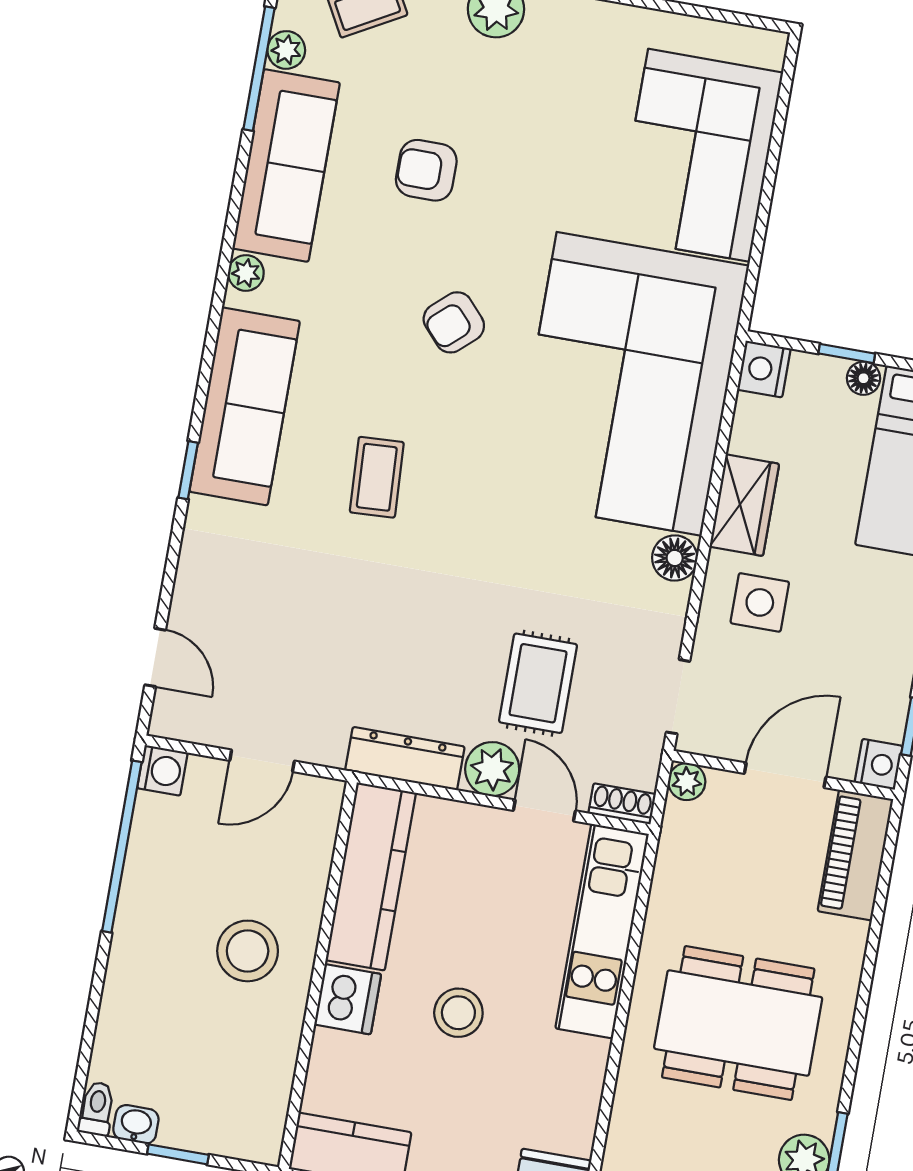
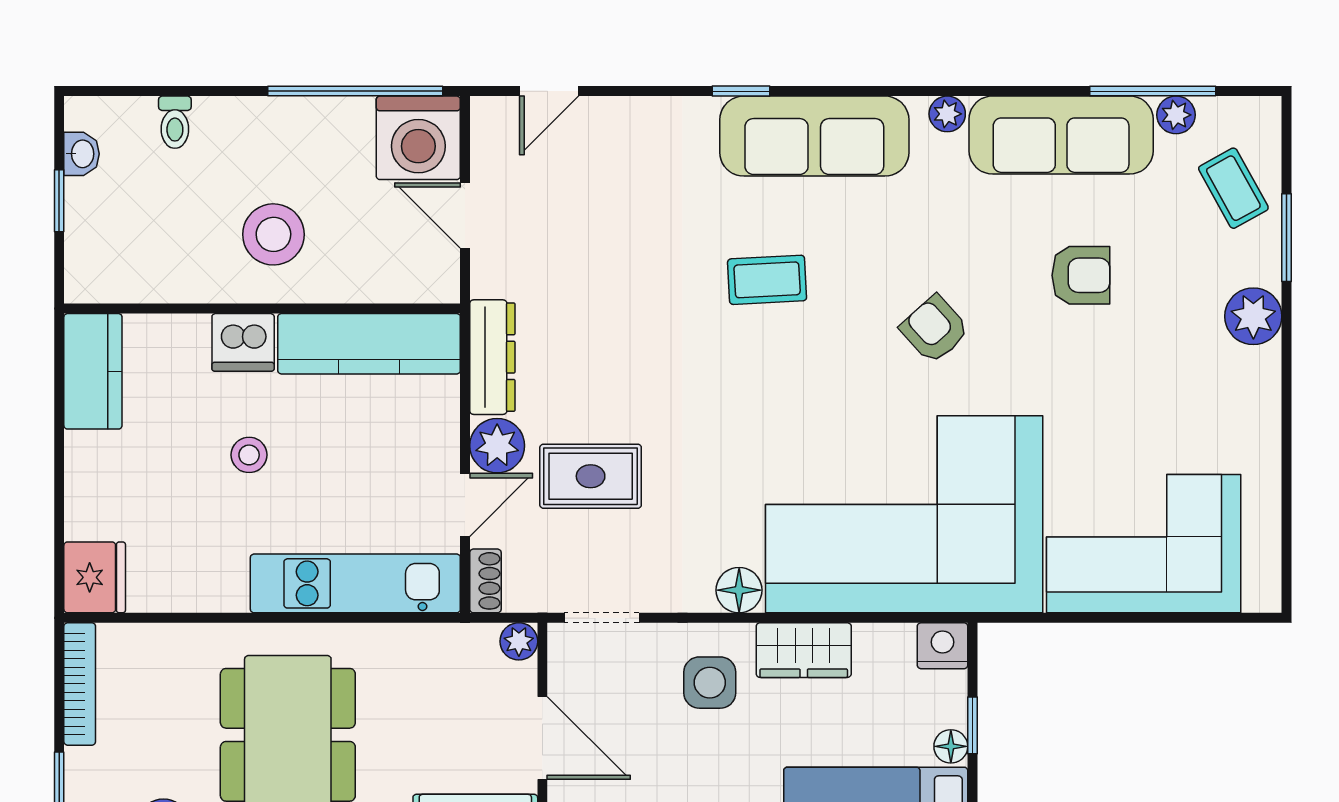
armchair: (426, 170) -> (1081, 275), turned 90
washing machine: (162, 770) -> (418, 138), width x1.89, depth x1.89
stool: (458, 1013) -> (249, 455), width x0.73, depth x0.73
toilet: (97, 1109) -> (175, 122), moved, turned 90

